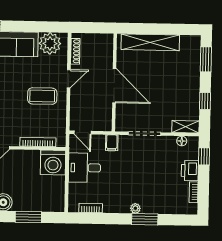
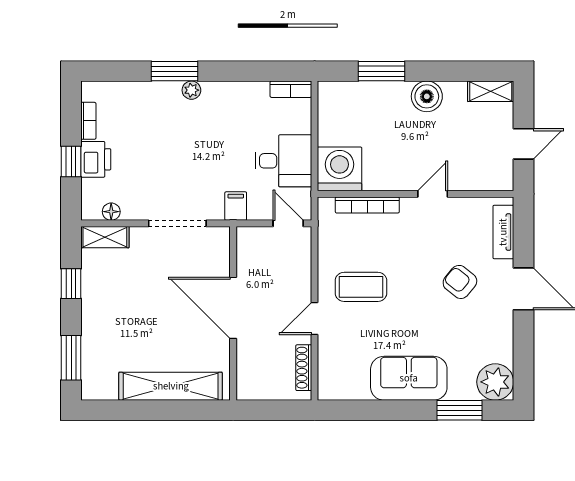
plant: (50, 43) -> (349, 381), removed
window: (204, 156) -> (71, 161), moved
bookcase: (91, 208) -> (291, 89), moved

